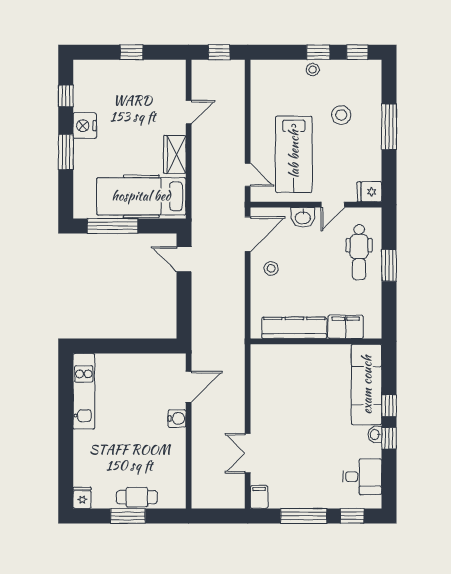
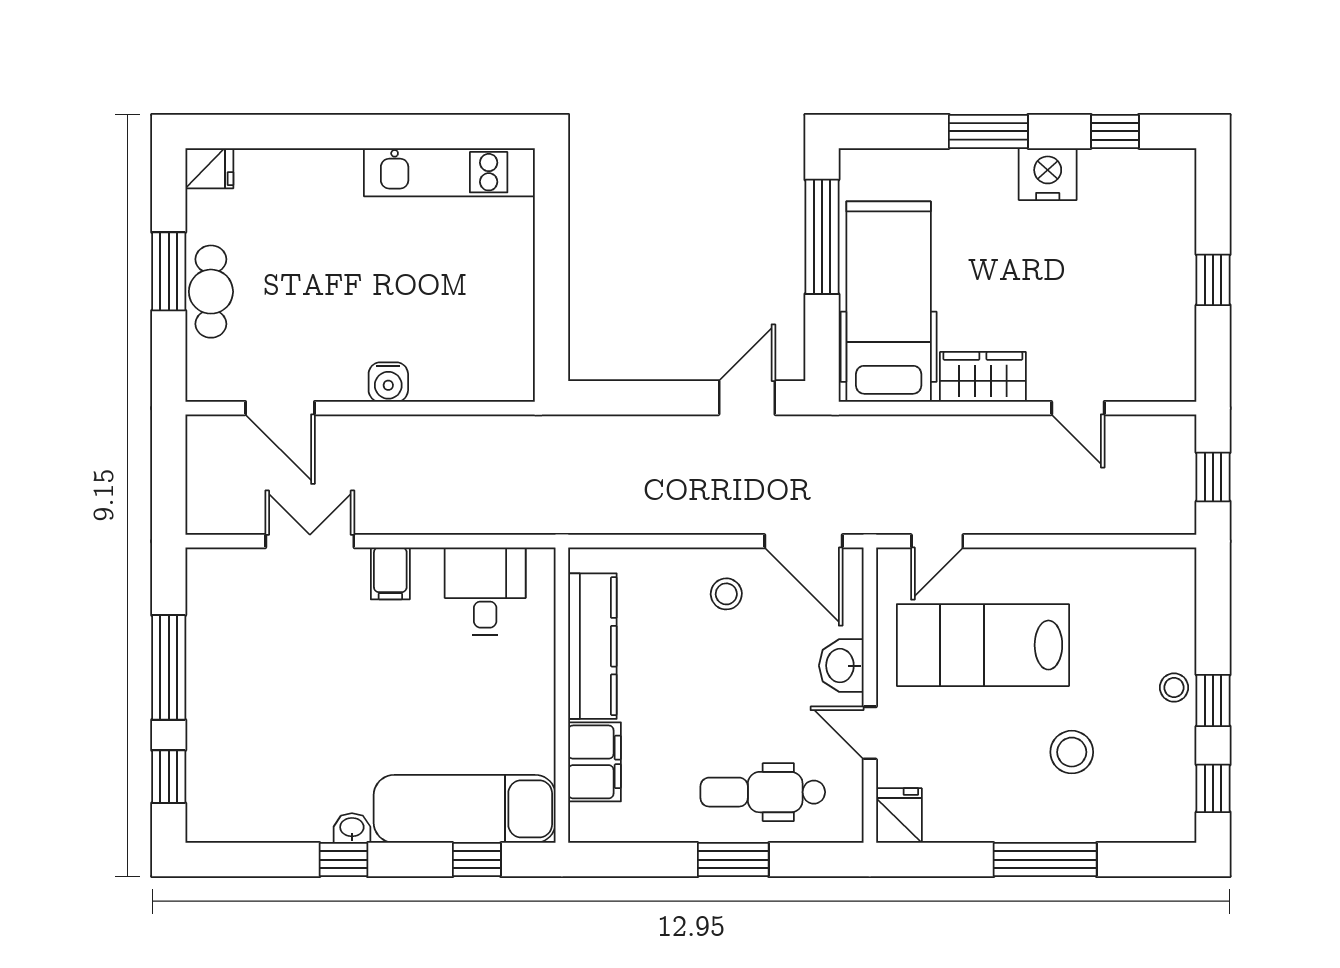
door: (189, 387) -> (280, 408), moved
window: (389, 406) -> (477, 860), moved
desk: (362, 477) -> (485, 591), moved, turned 180
filing cabinet: (259, 497) -> (390, 573), moved, turned 90

